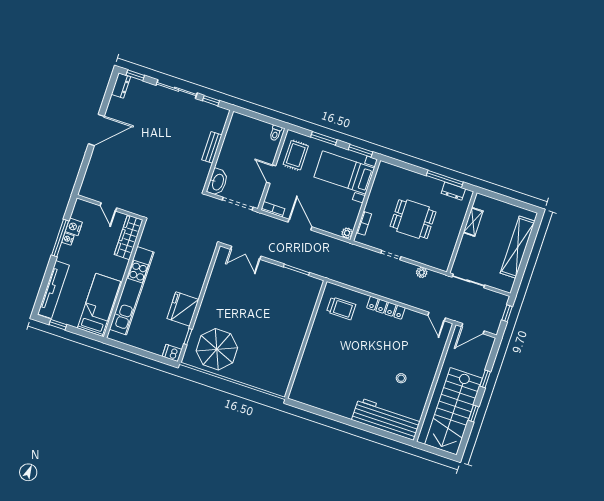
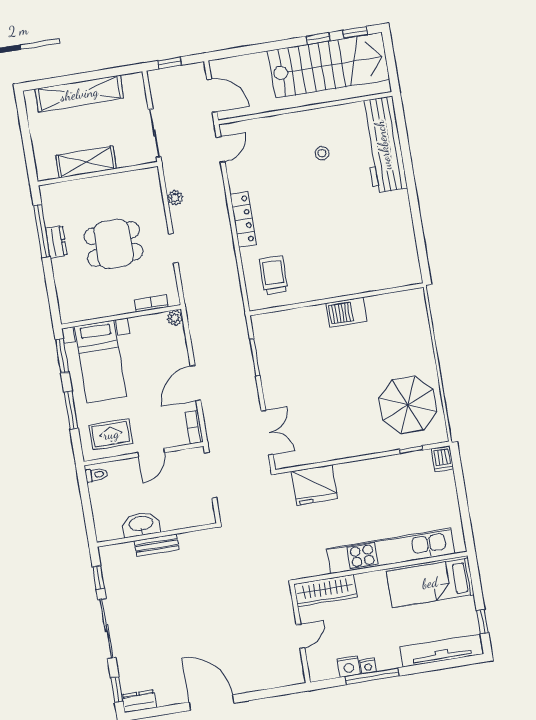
washbasin: (218, 182) -> (141, 524), moved
dresser: (453, 191) -> (56, 242), moved
dining table: (413, 219) -> (113, 244), turned 90
shelving: (473, 222) -> (86, 162), width x1.50, depth x1.33
fridge: (183, 309) -> (314, 485), moved
barbecue: (294, 341) -> (346, 312), added
window: (485, 379) -> (355, 32), moved

